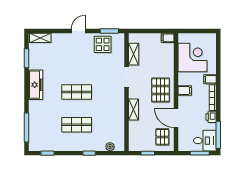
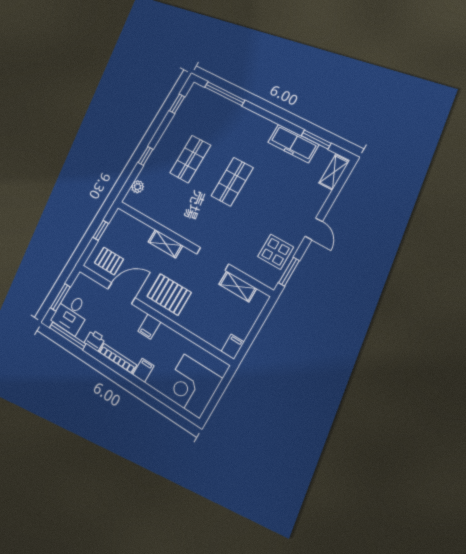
corner desk: (193, 57) -> (192, 386), moved, turned 90
freezer: (36, 85) -> (293, 144), moved

